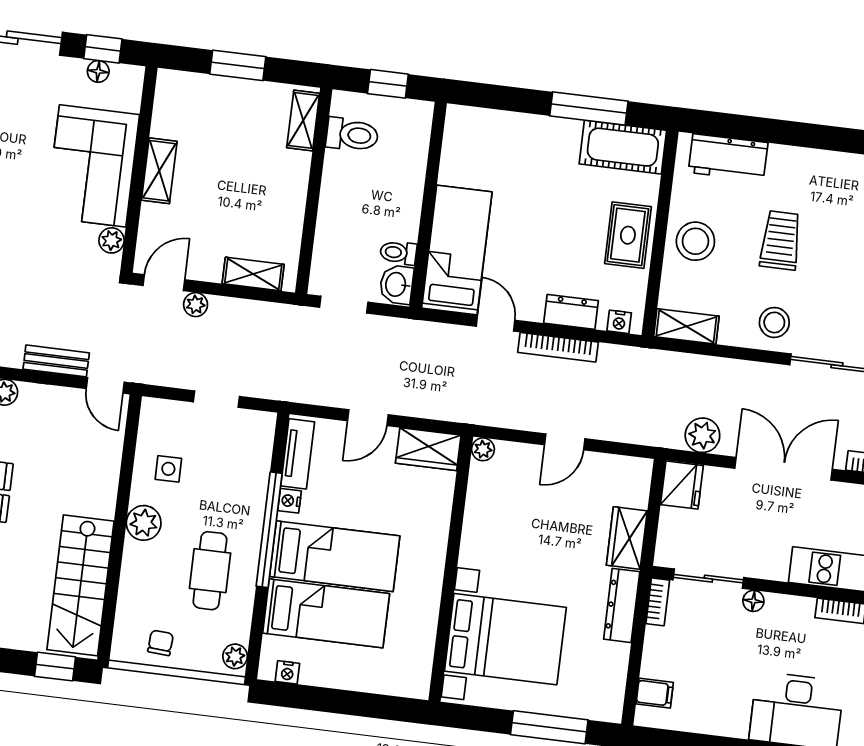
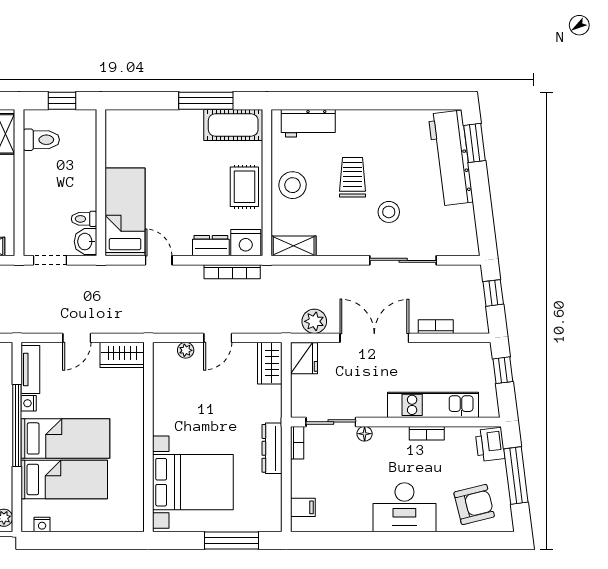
nightstand: (619, 322) -> (246, 243), width x1.89, depth x1.79
stool: (774, 322) -> (389, 212), moved
bookcase: (558, 347) -> (232, 272), moved
plant: (483, 449) -> (186, 350), moved
wardrobe: (627, 538) -> (270, 363), moved

